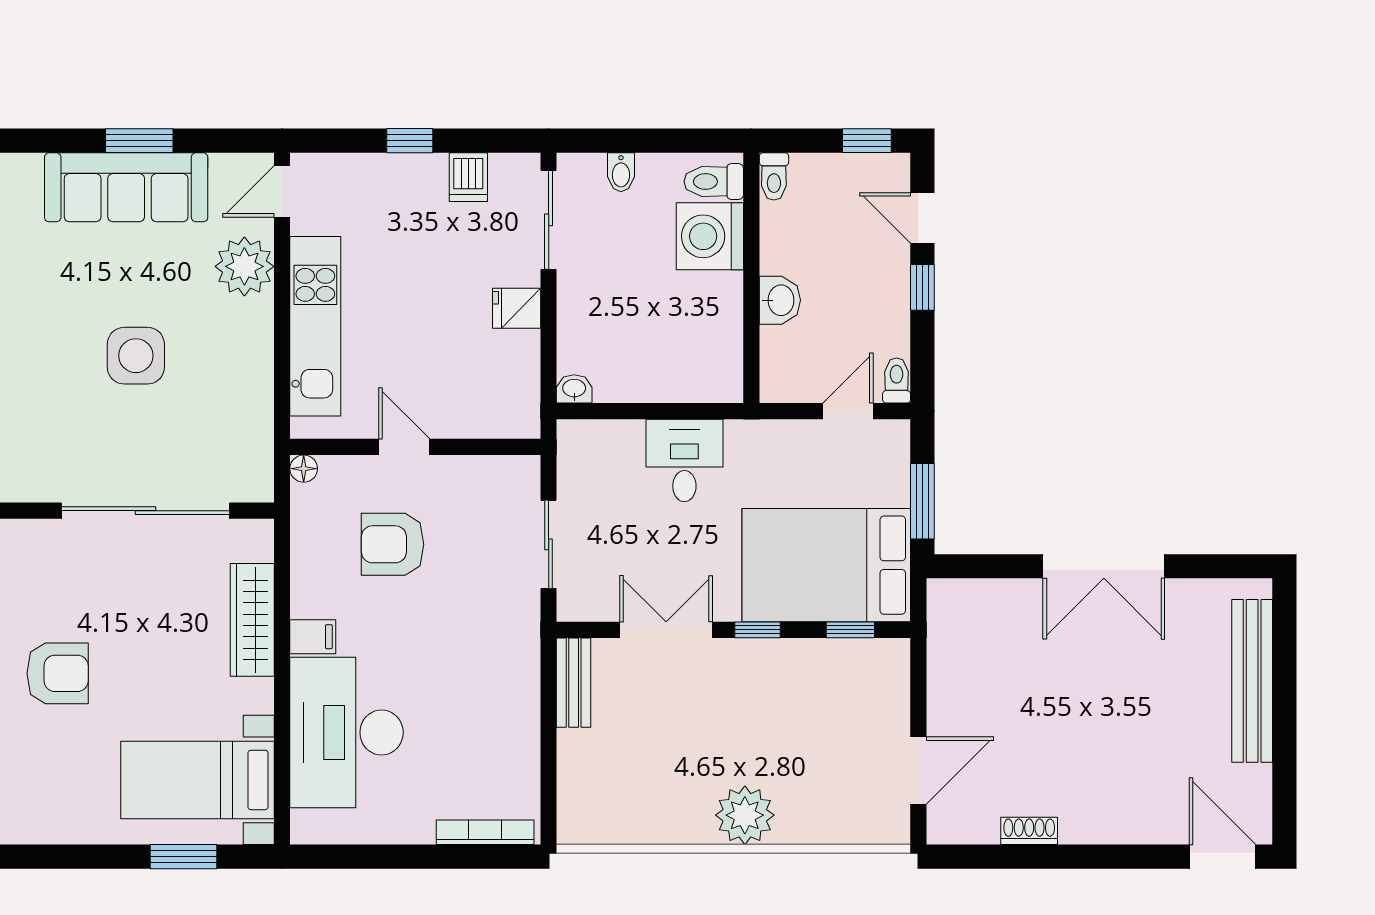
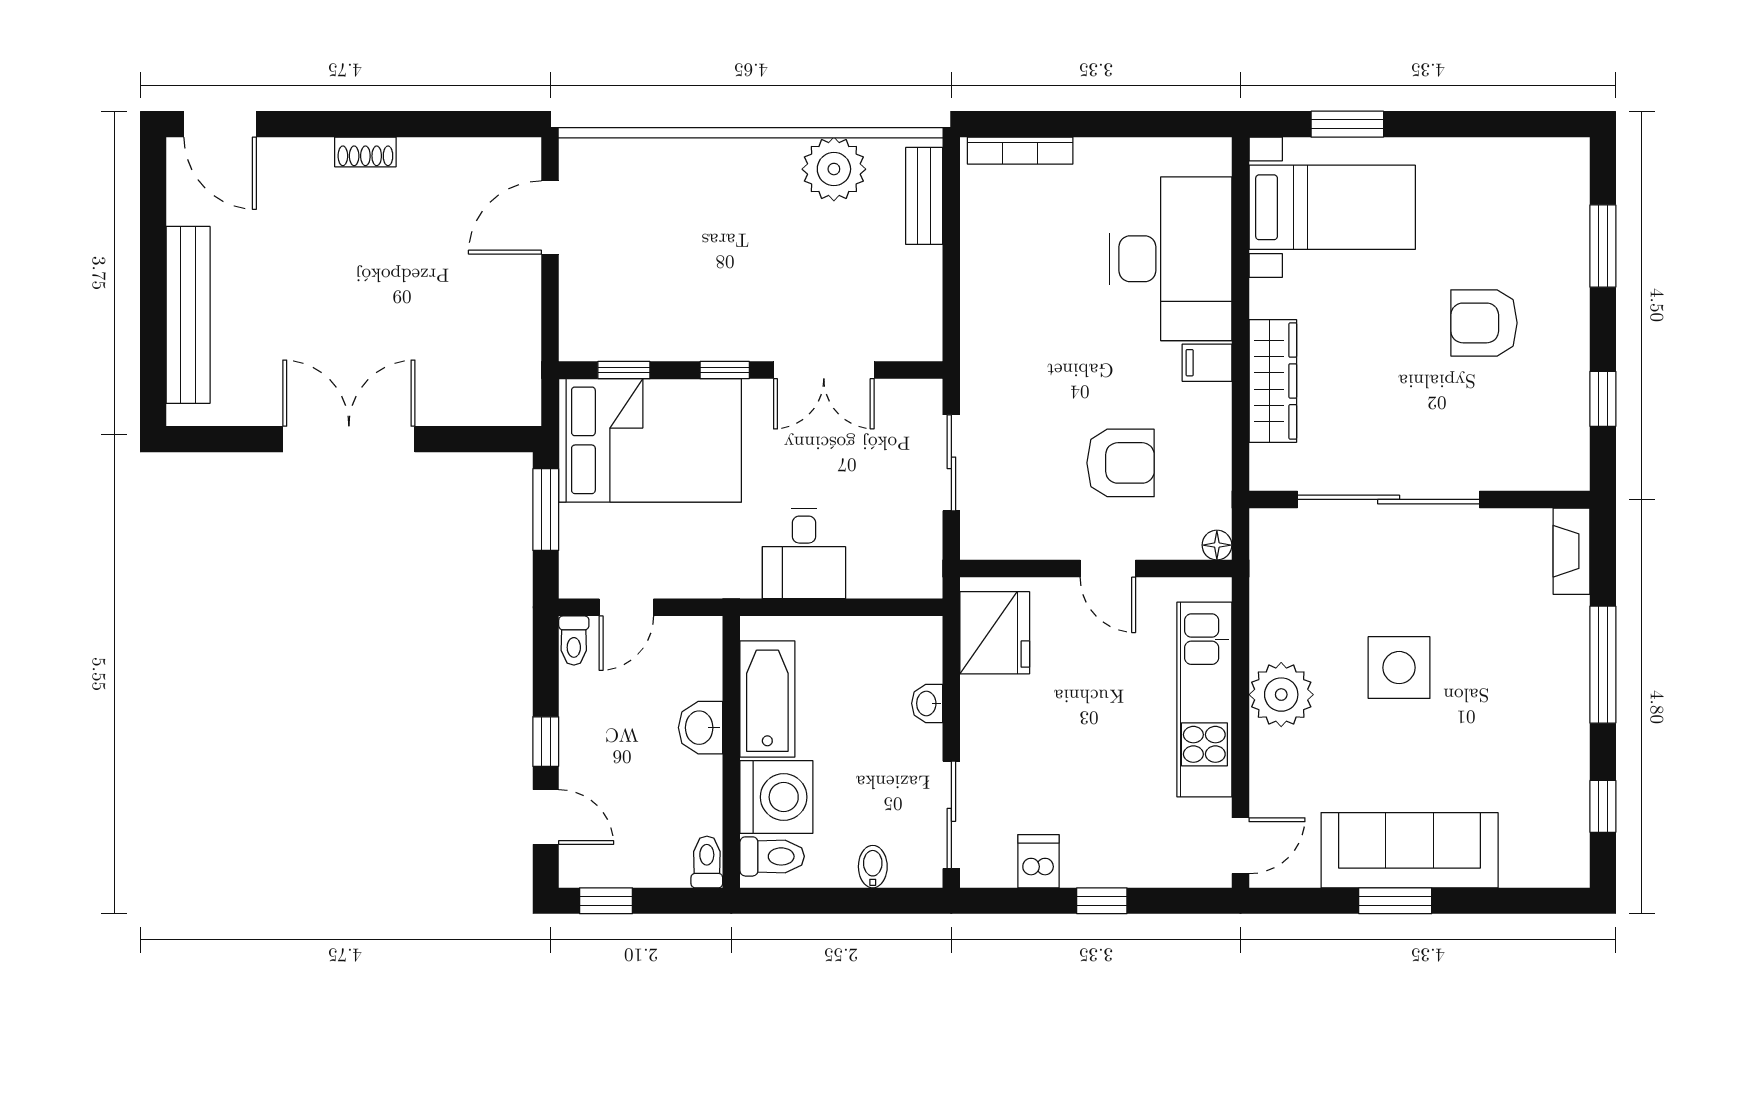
plant: (244, 266) -> (1281, 695), moved
fridge: (517, 308) -> (995, 633), moved, width x1.88, depth x1.34
bathtub: (718, 327) -> (767, 699), added
washbasin: (574, 389) -> (927, 703), moved, turned 90
bench: (574, 683) -> (924, 196), moved
plant: (745, 815) -> (834, 169), moved
shoe rack: (1029, 831) -> (365, 152), moved

